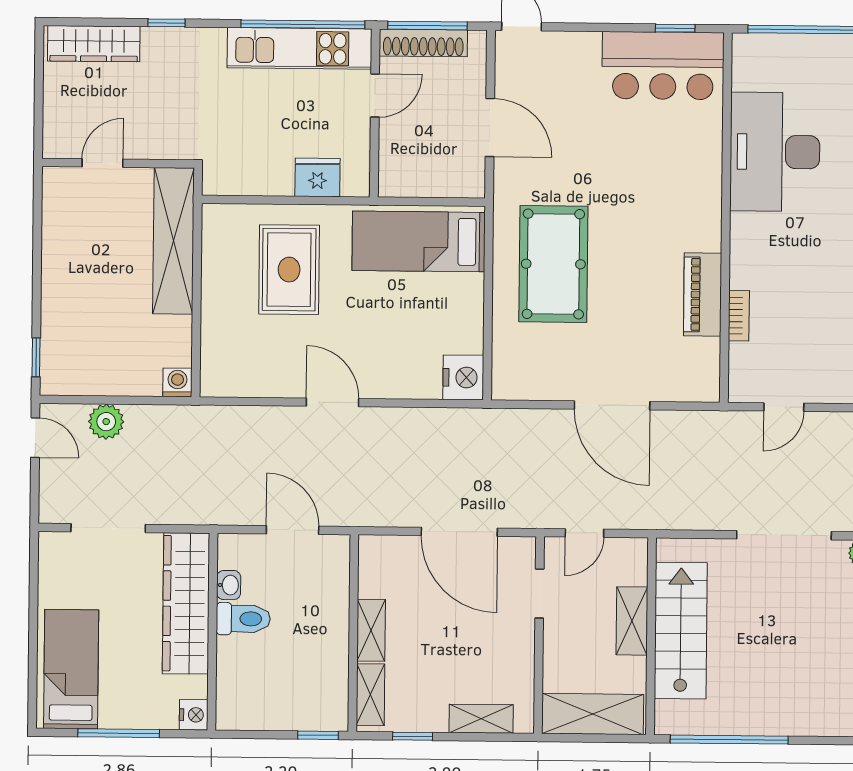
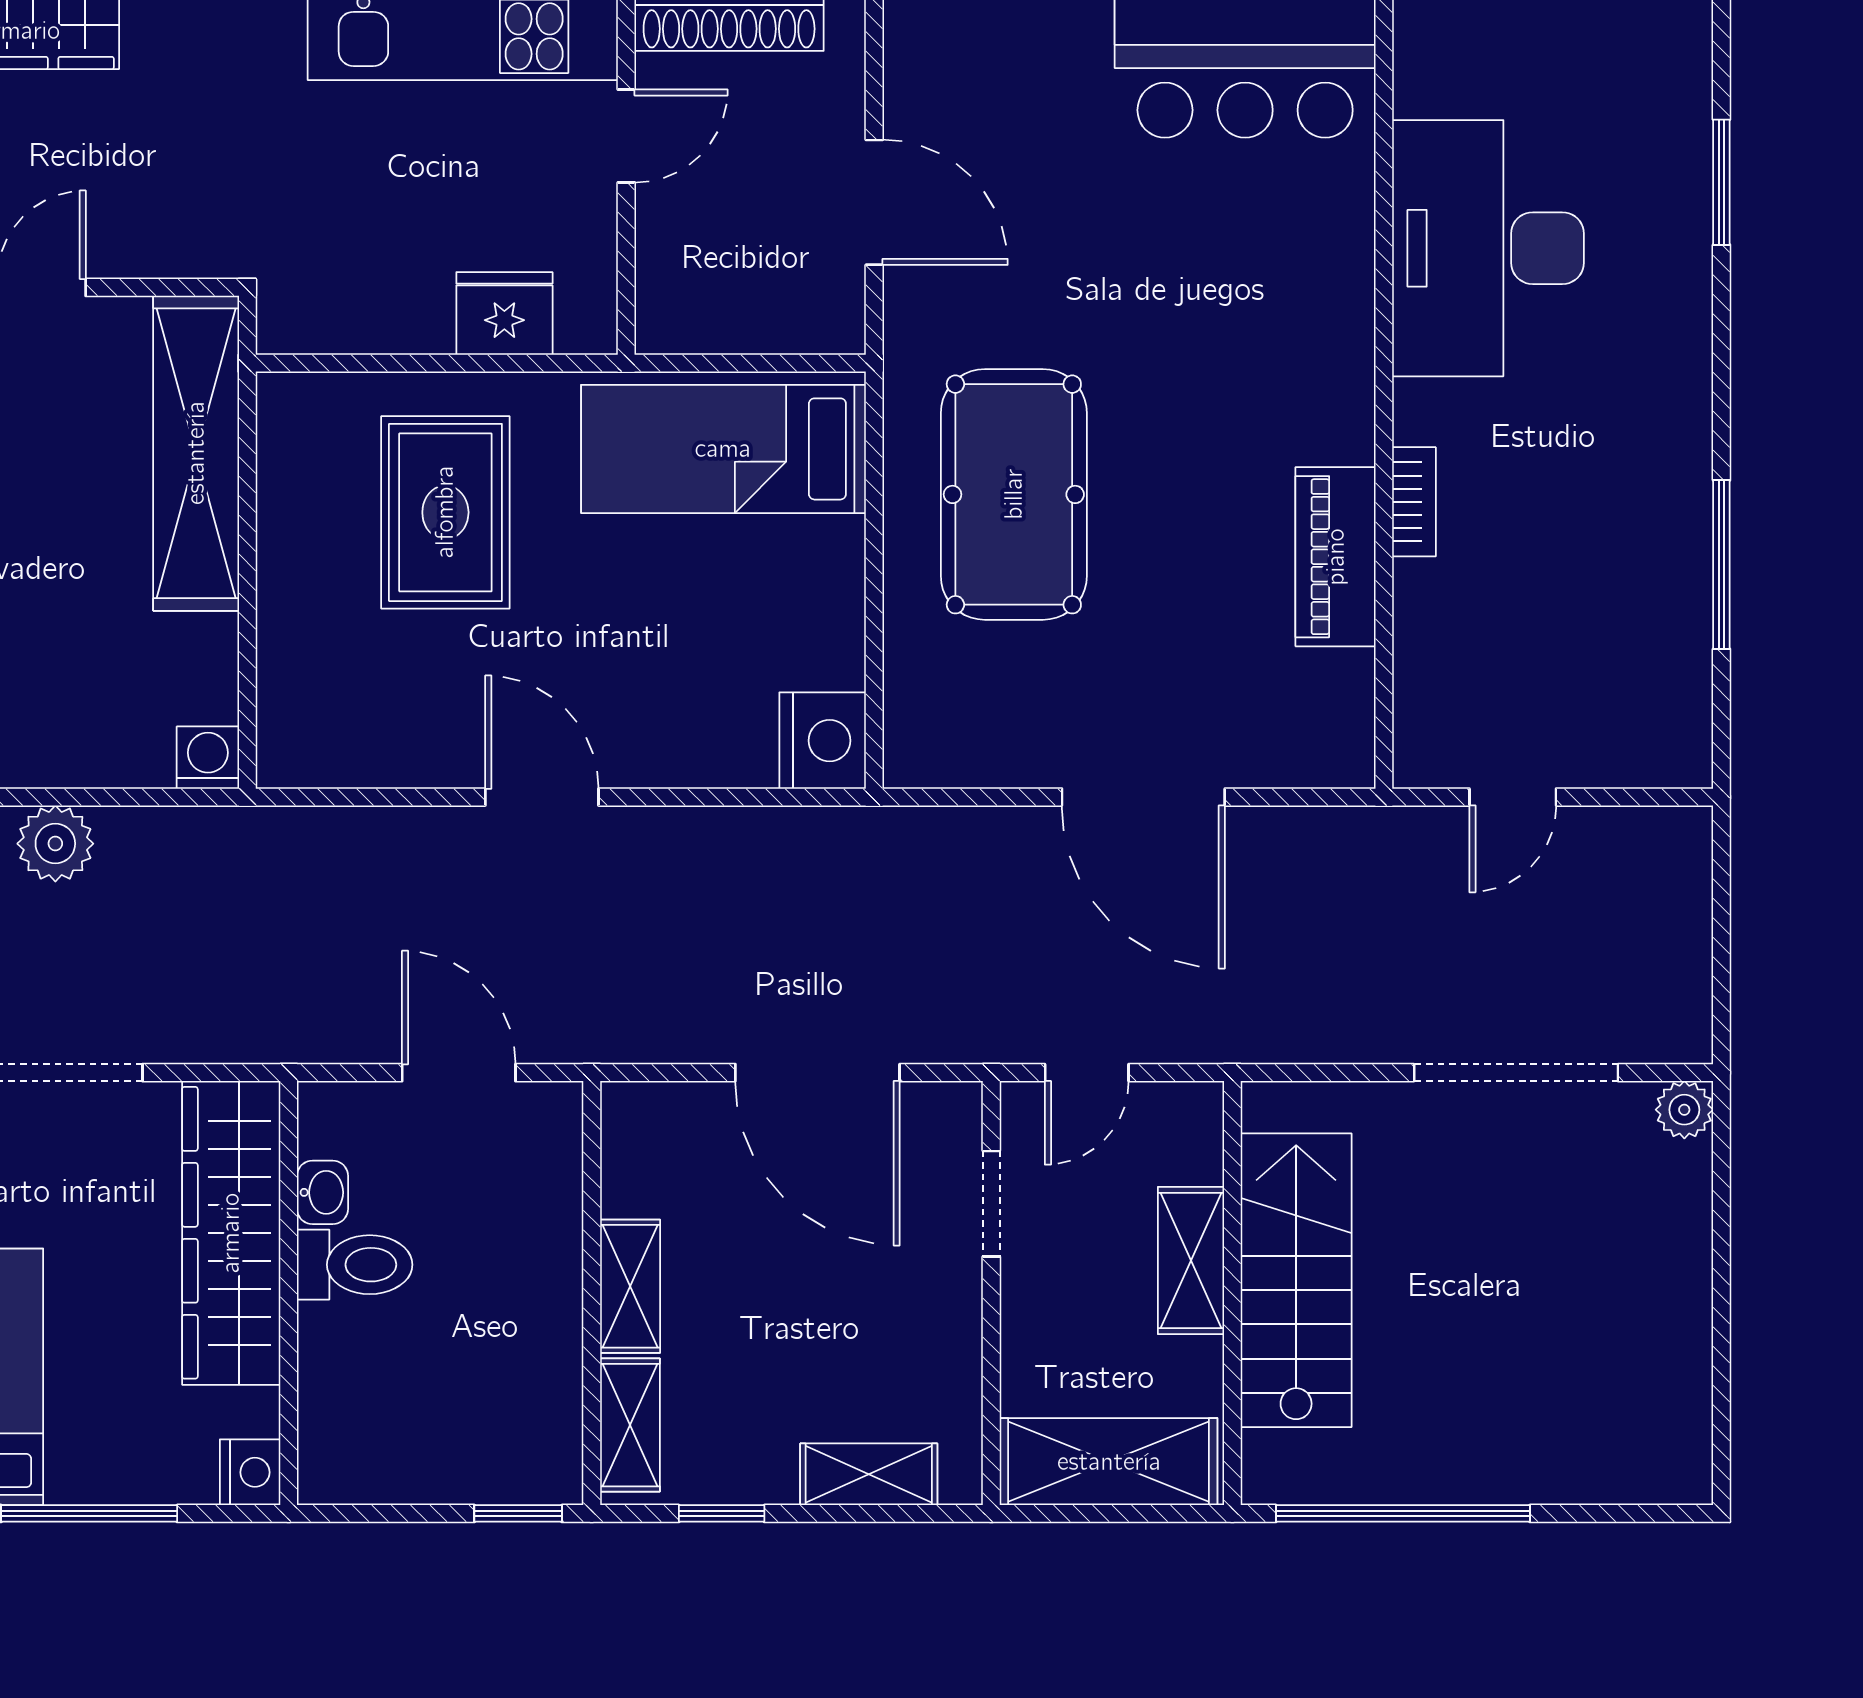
bookcase: (739, 316) -> (1414, 502), moved

